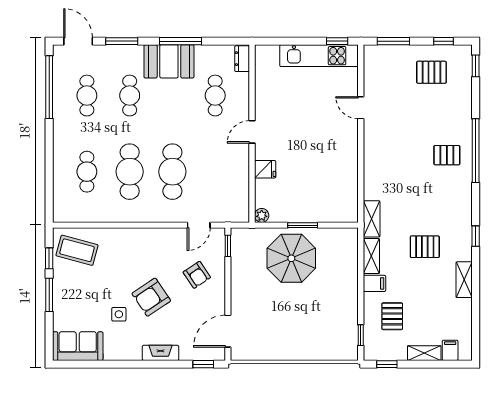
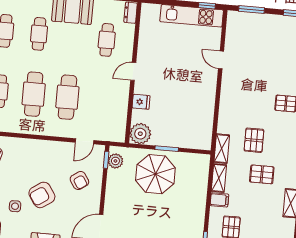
pallet: (431, 72) -> (254, 140), moved, turned 90
plant: (262, 215) -> (140, 134), width x1.87, depth x1.87
plant: (240, 246) -> (115, 161), added

